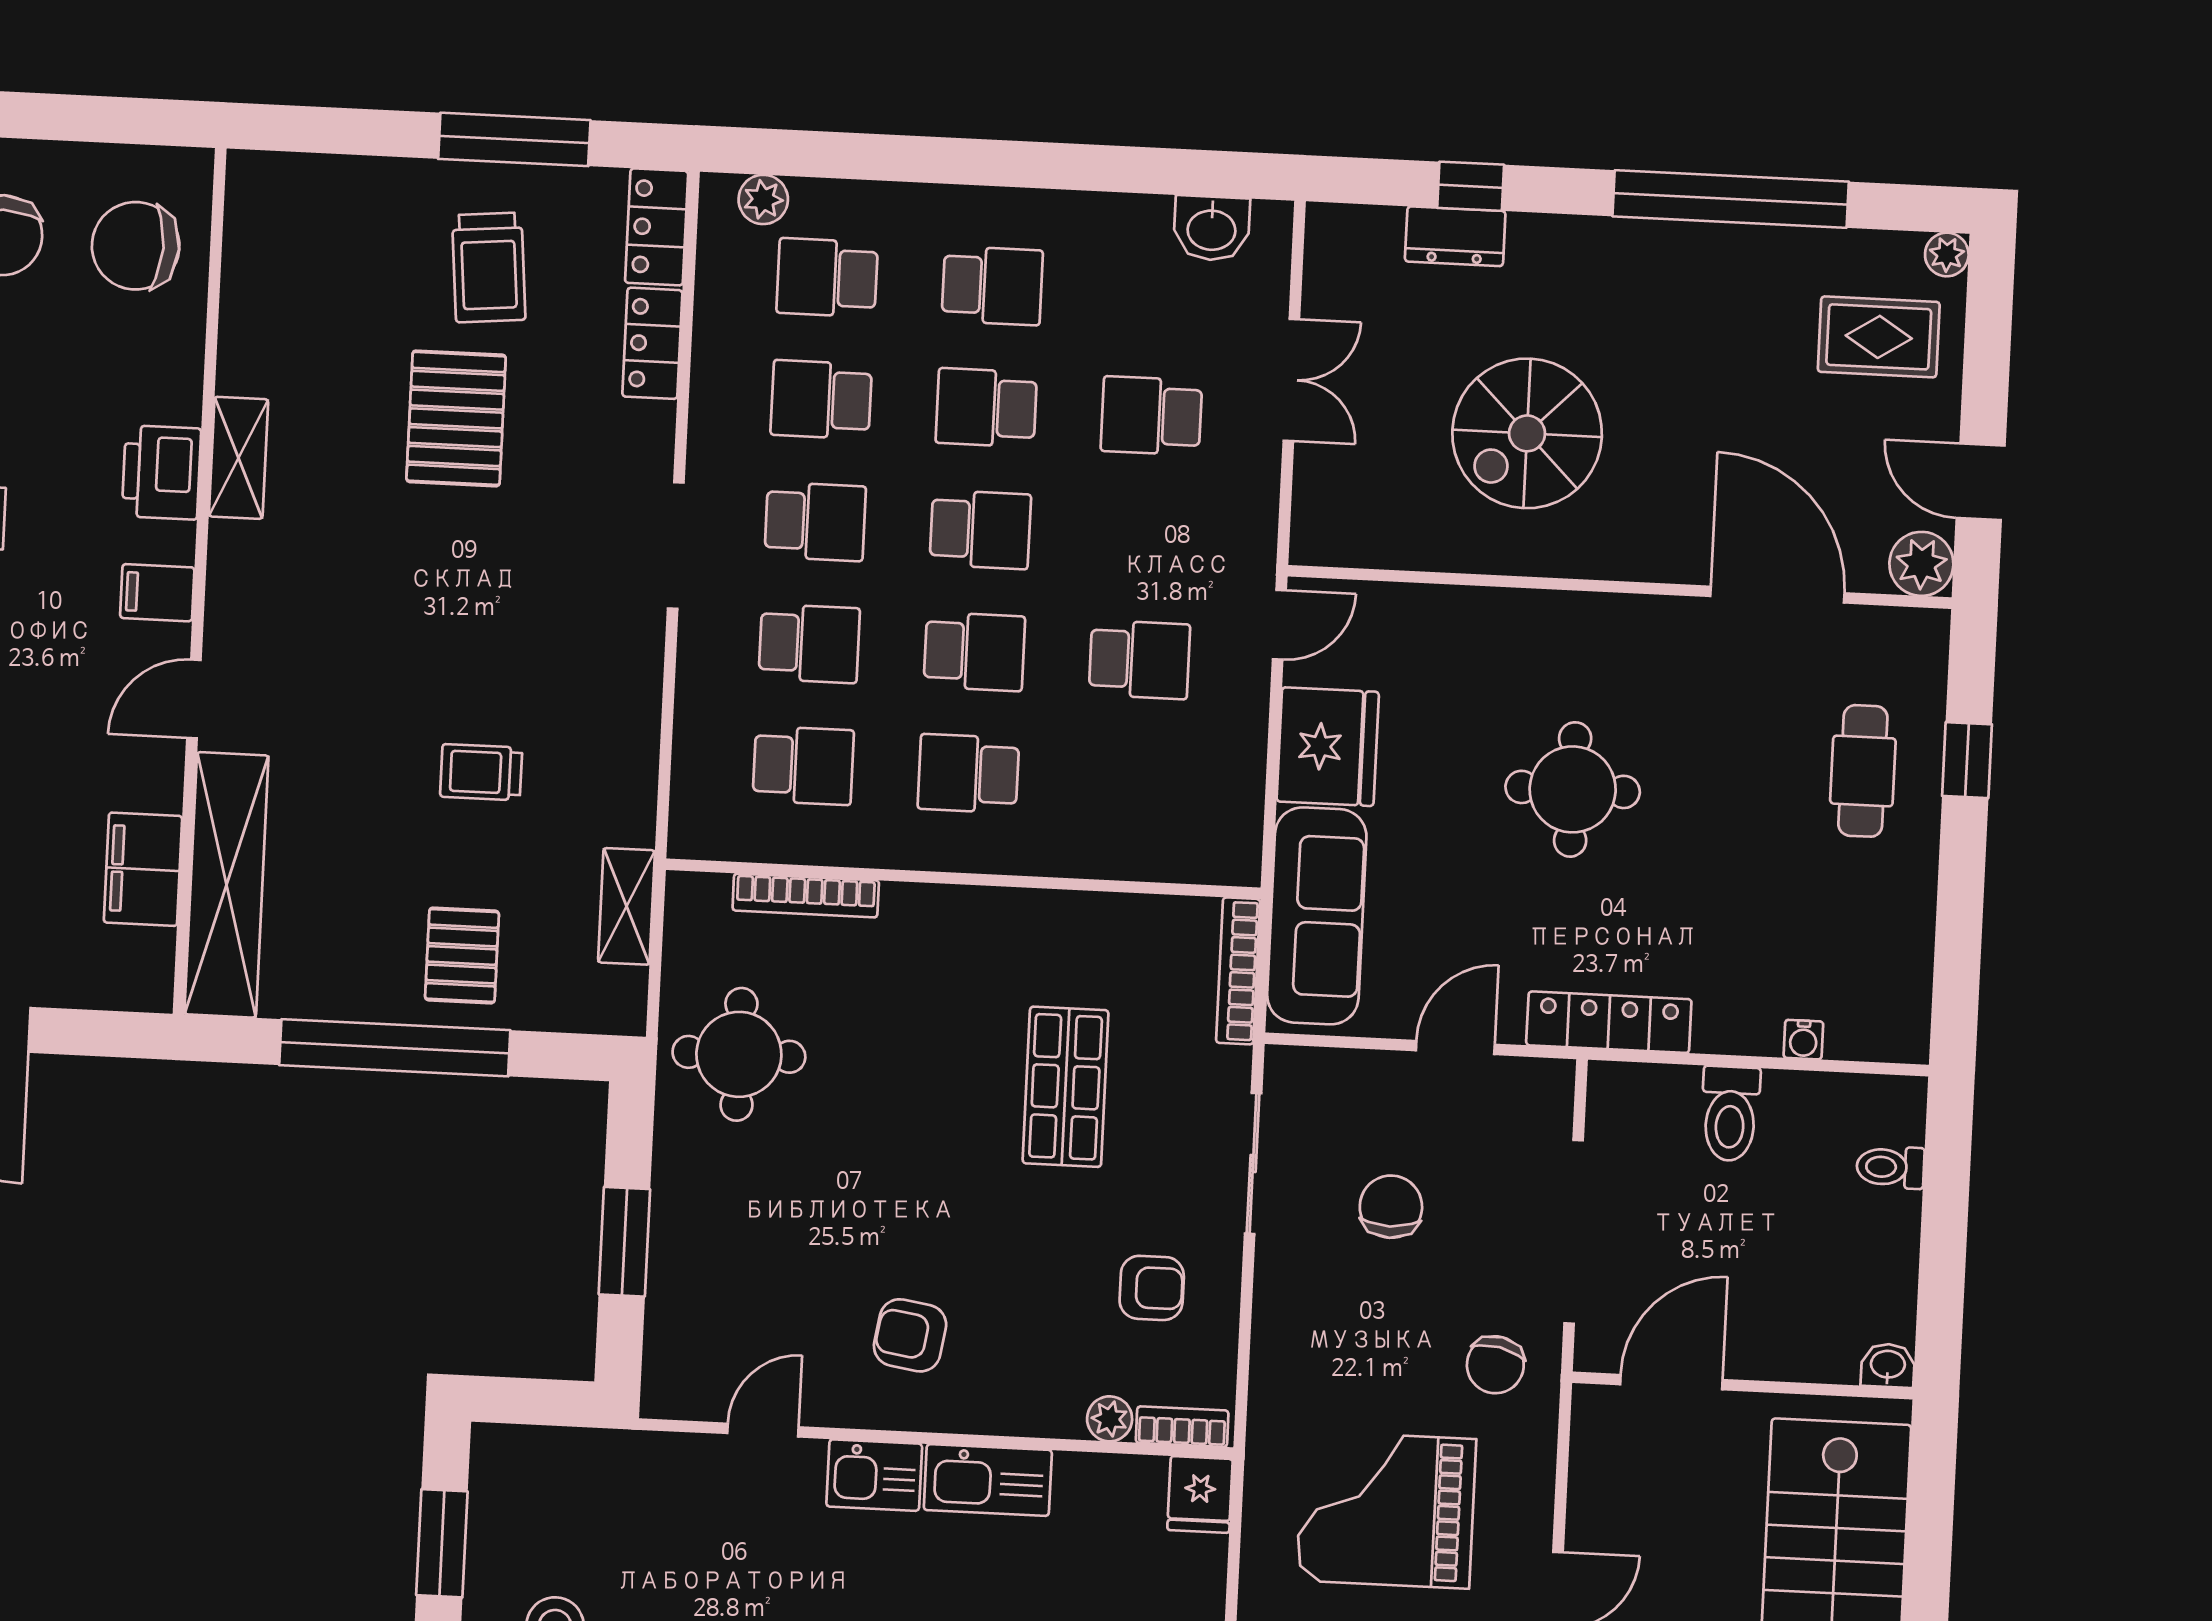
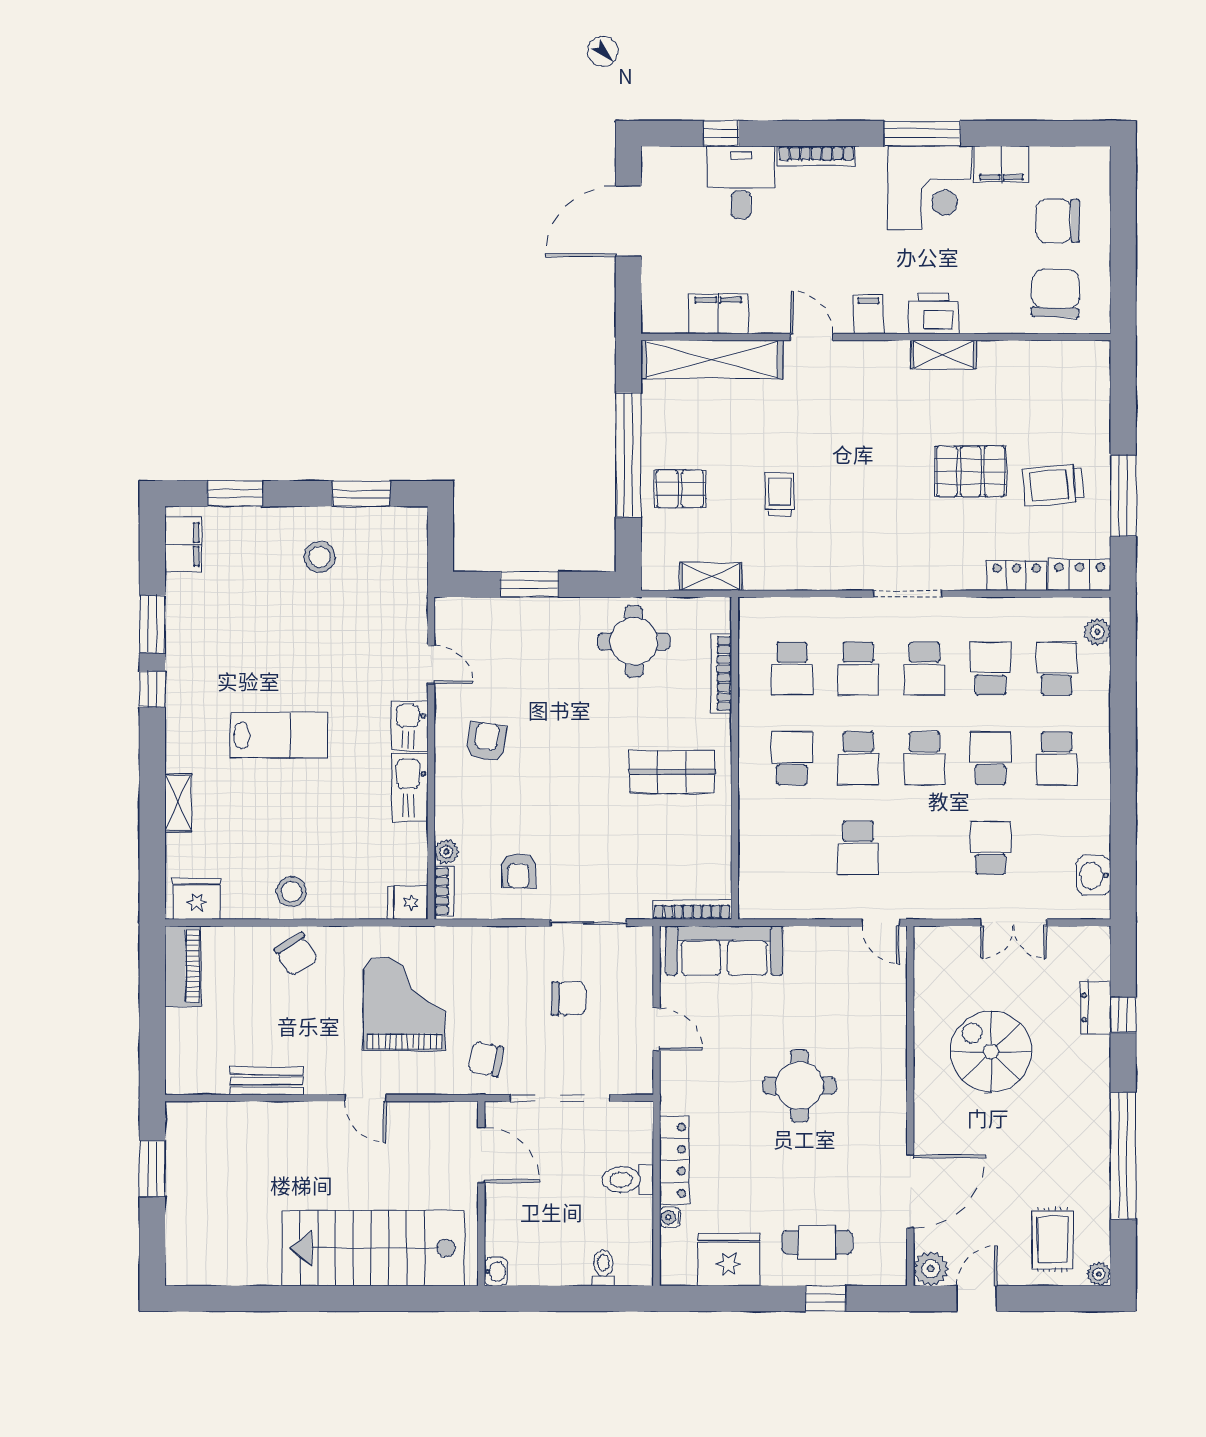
fridge: (1328, 747) -> (729, 1260), moved, turned 180
locker: (1609, 1022) -> (674, 1160), moved
shop shelf: (1066, 1087) -> (672, 772), moved

